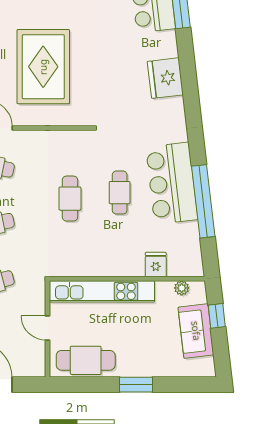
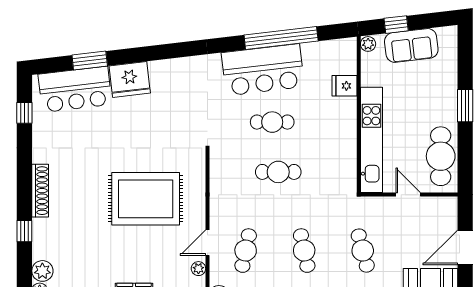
fridge: (165, 78) -> (130, 79), moved
plant: (182, 288) -> (368, 44), moved
door: (47, 328) -> (408, 195), swing flipped

